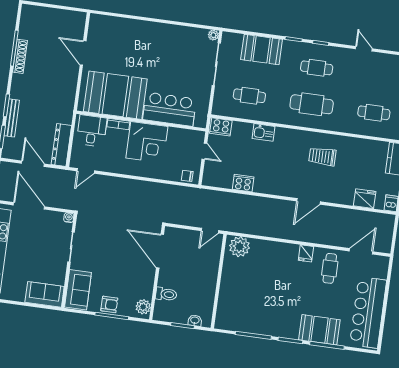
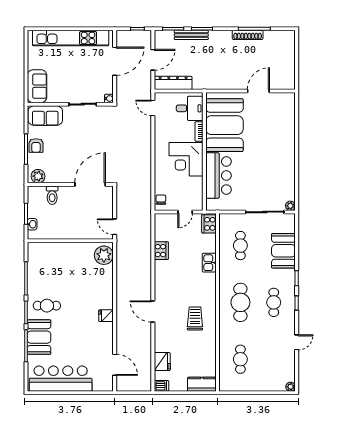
cafe table: (330, 268) -> (47, 306), moved

